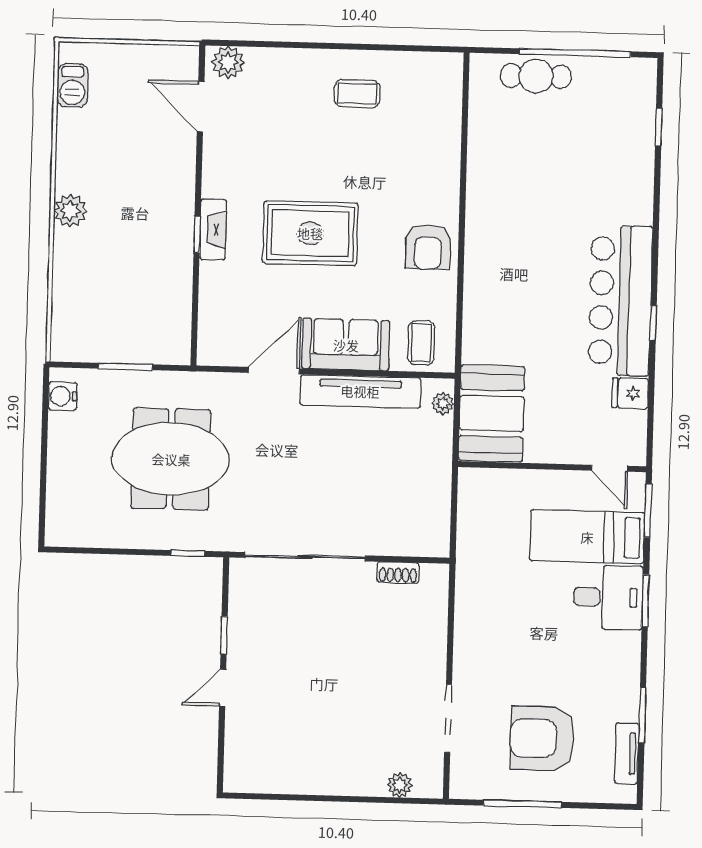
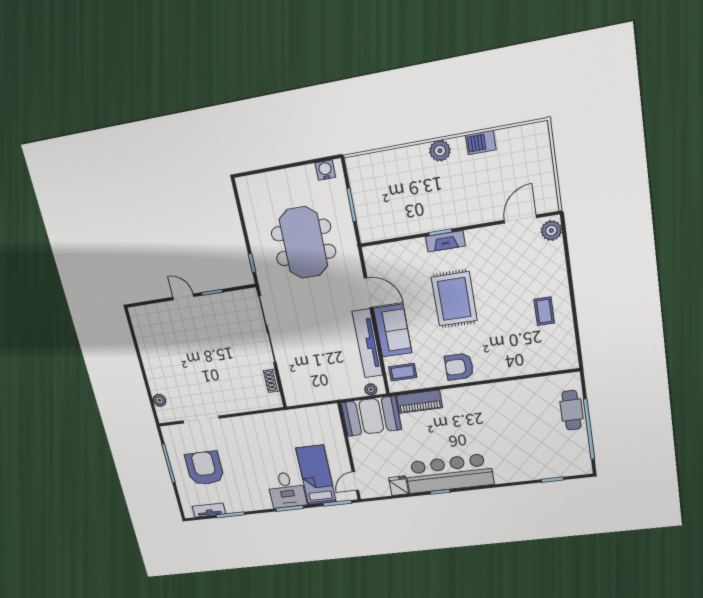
barbecue: (72, 86) -> (481, 142), moved
piano: (479, 325) -> (419, 402), added

